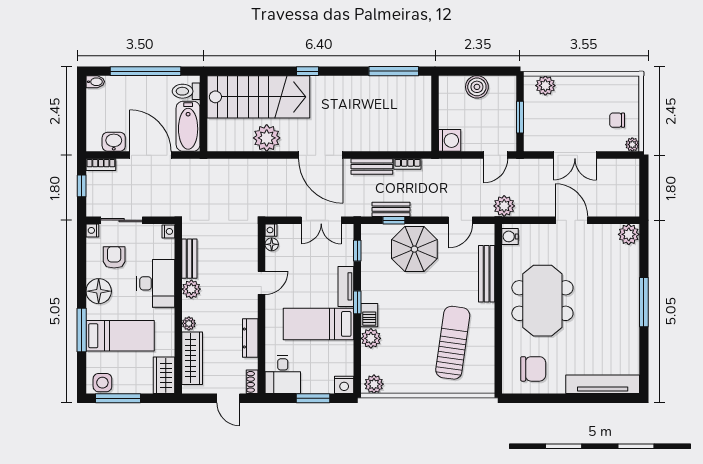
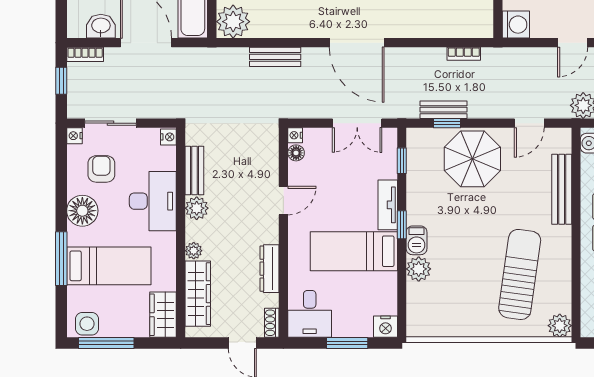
plant: (267, 138) -> (233, 22), moved
bench: (372, 167) -> (275, 57), moved
plant: (374, 384) -> (560, 326), moved

